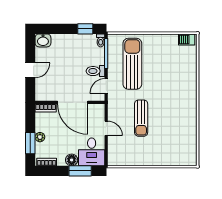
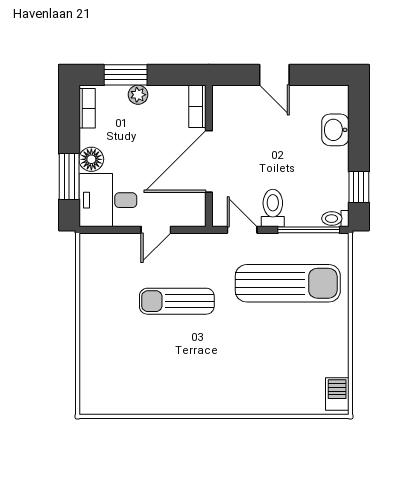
washbasin: (43, 40) -> (335, 130), moved

